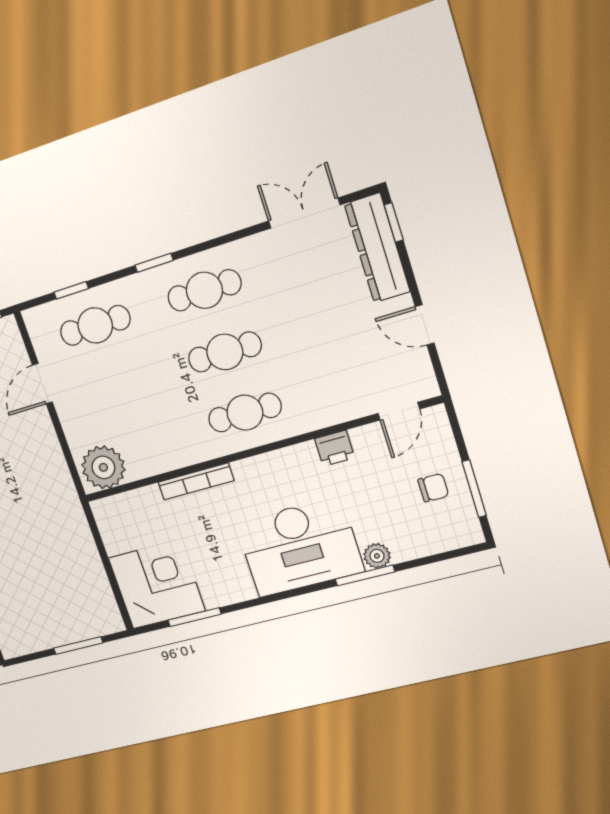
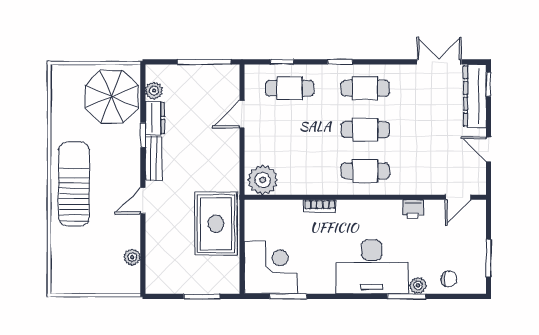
bookcase: (196, 481) -> (320, 206), width x0.64
chair: (433, 488) -> (449, 279), moved
rug: (62, 545) -> (216, 224), added

